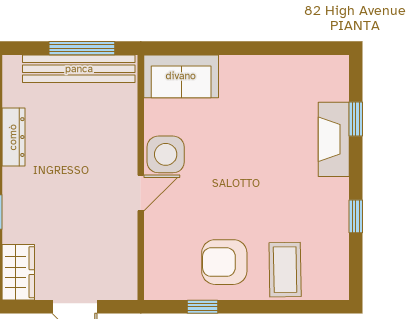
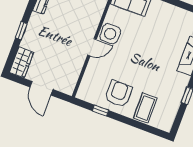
armchair: (224, 262) -> (118, 94), turned 90

